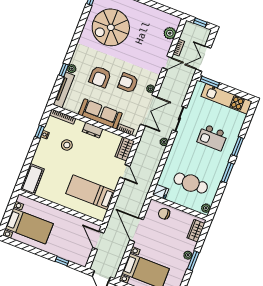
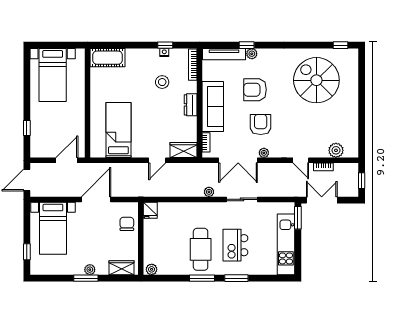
cafe table: (191, 183) -> (201, 249), moved

